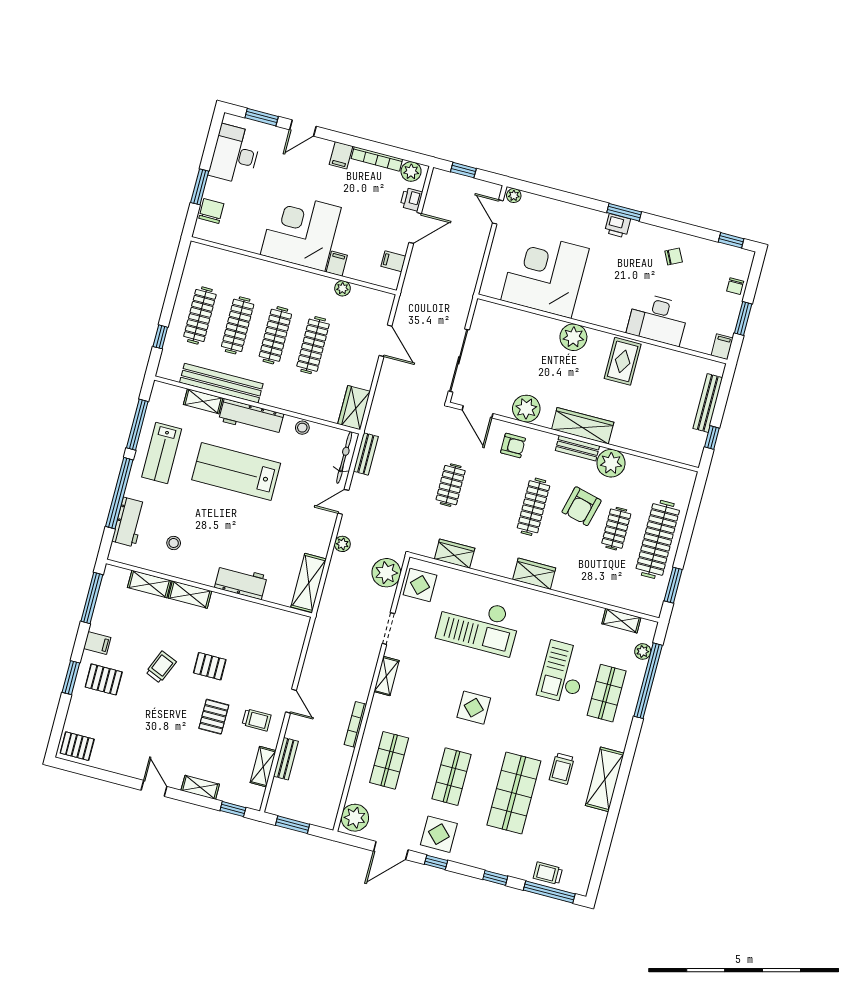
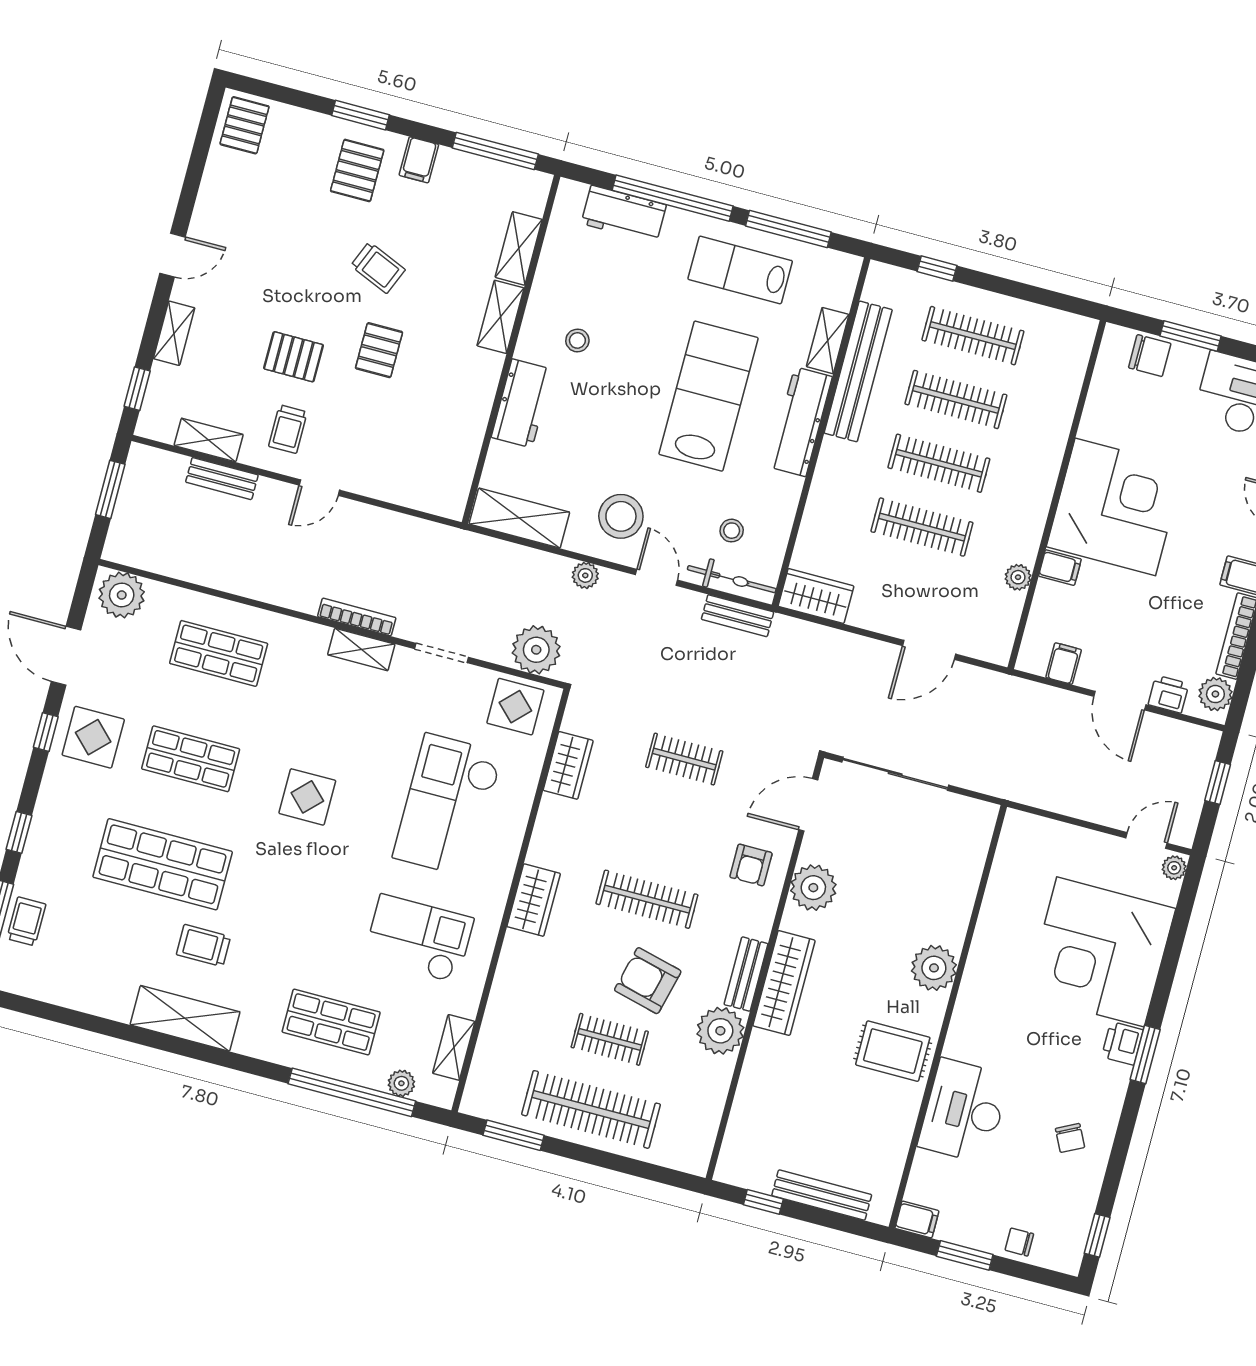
corner desk: (545, 274) -> (1101, 952), moved, turned 180
stool: (302, 428) -> (732, 531), moved
stool: (307, 523) -> (621, 516), added
stool: (174, 543) -> (577, 340), moved
checkout: (563, 672) -> (419, 939), moved
bookcase: (355, 724) -> (357, 617), moved

